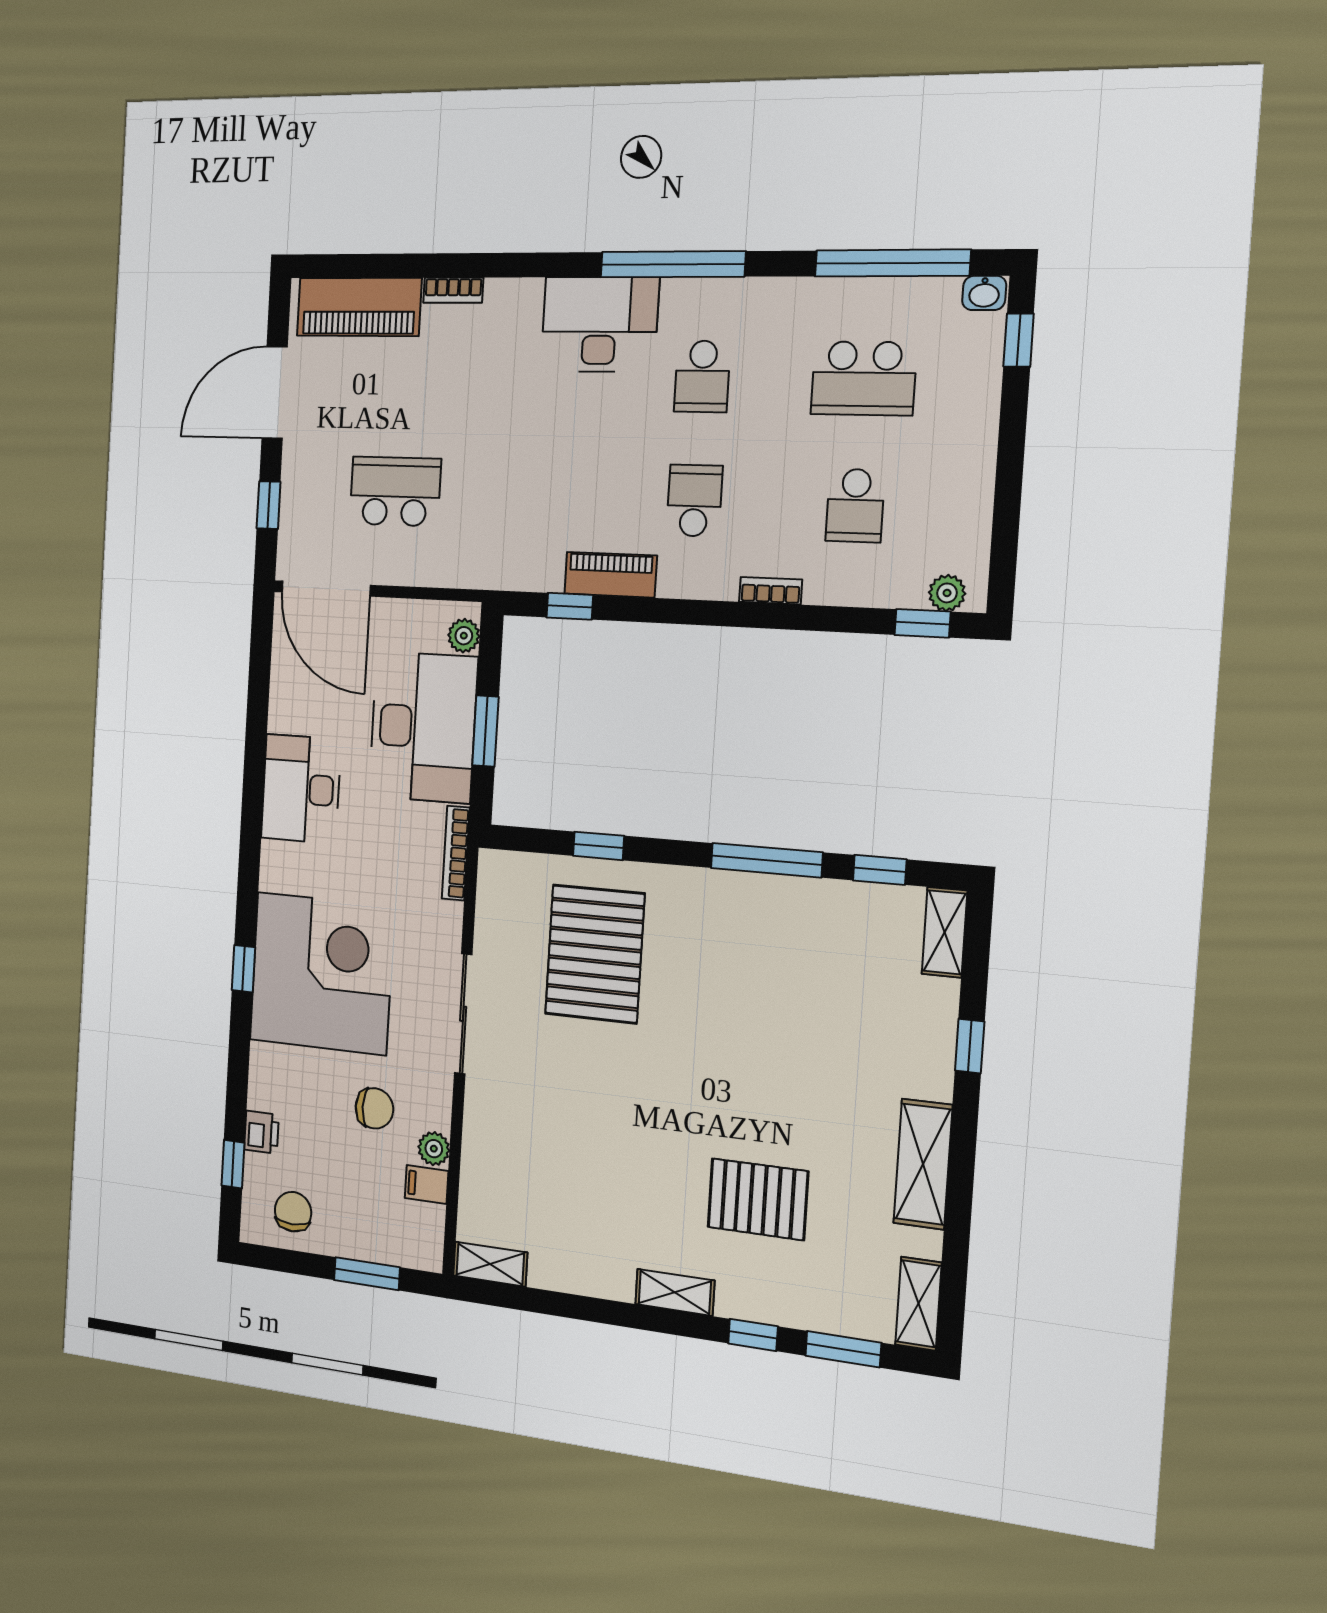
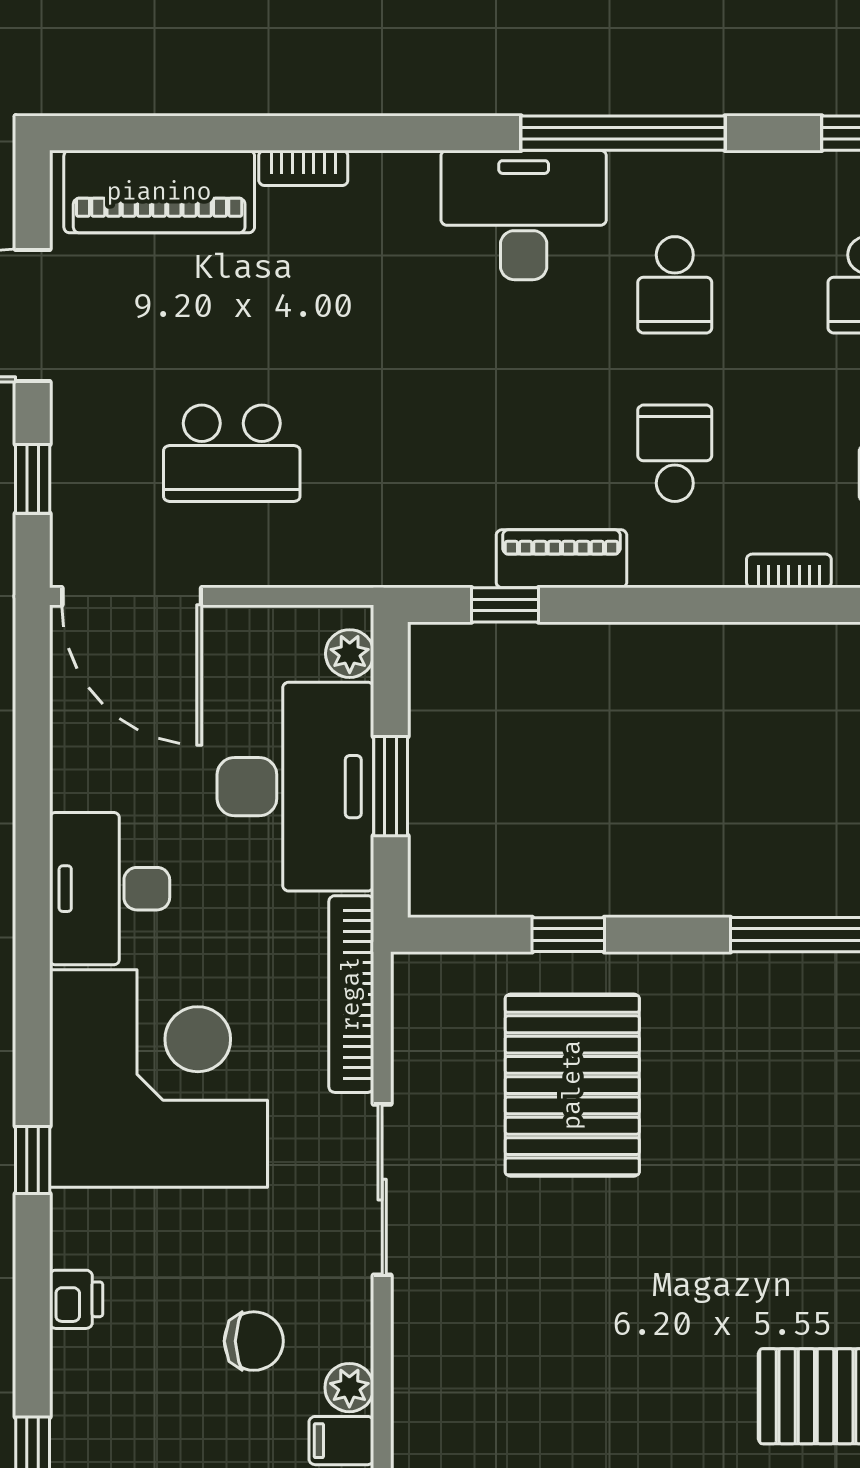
school desk: (395, 491) -> (232, 453), turned 180
bookcase: (456, 853) -> (351, 994), width x1.48, depth x1.31
corner desk: (322, 973) -> (159, 1078), moved
printer: (261, 1132) -> (76, 1299), moved

